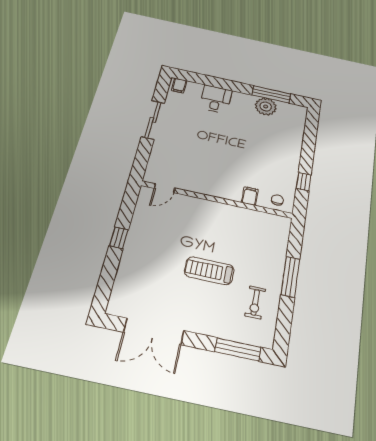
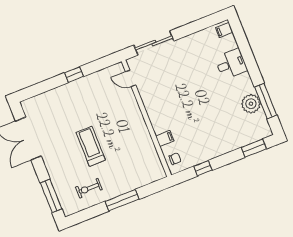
sliding door: (153, 120) -> (154, 43), moved
window: (311, 129) -> (254, 148), added

